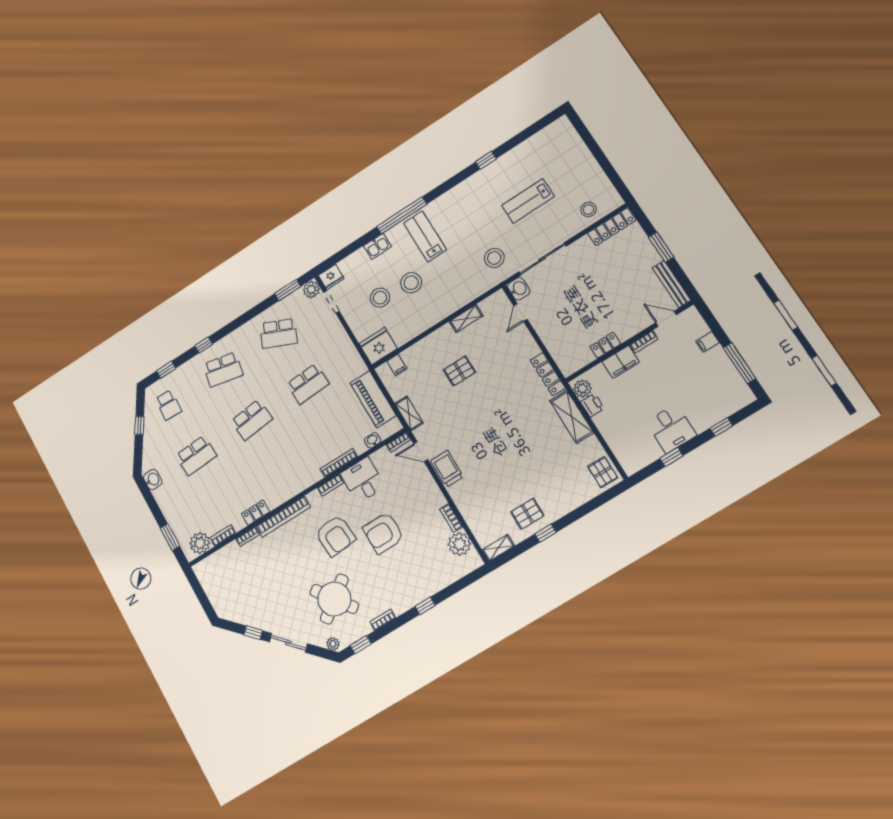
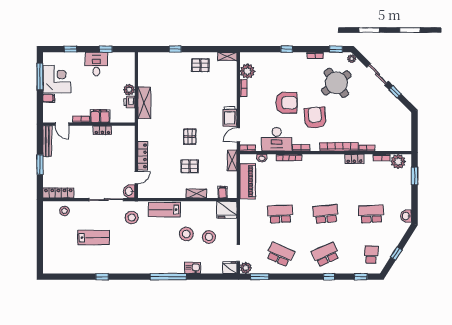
lab bench: (425, 236) -> (164, 210), moved, turned 90
shelving: (466, 319) -> (196, 193), moved
school desk: (223, 369) -> (326, 254), turned -36
locker: (548, 374) -> (143, 156), moved
corner desk: (713, 374) -> (57, 79), added
plant: (582, 389) -> (129, 90), moved
door: (421, 452) -> (238, 135), swing flipped
pallet: (603, 472) -> (190, 137), moved
desk: (363, 480) -> (277, 139), width x1.37
window: (545, 533) -> (175, 49), moved

